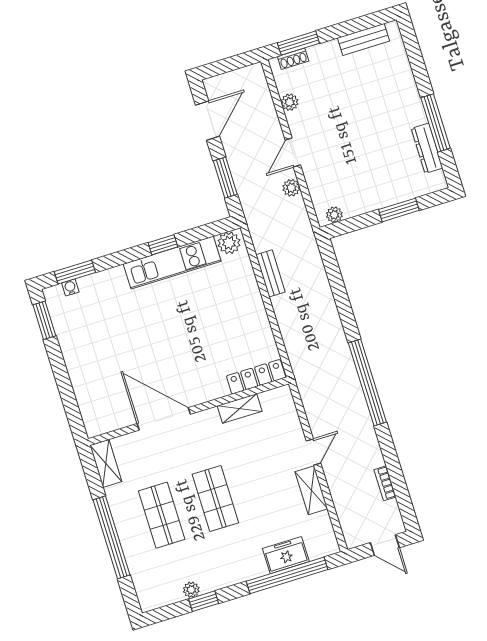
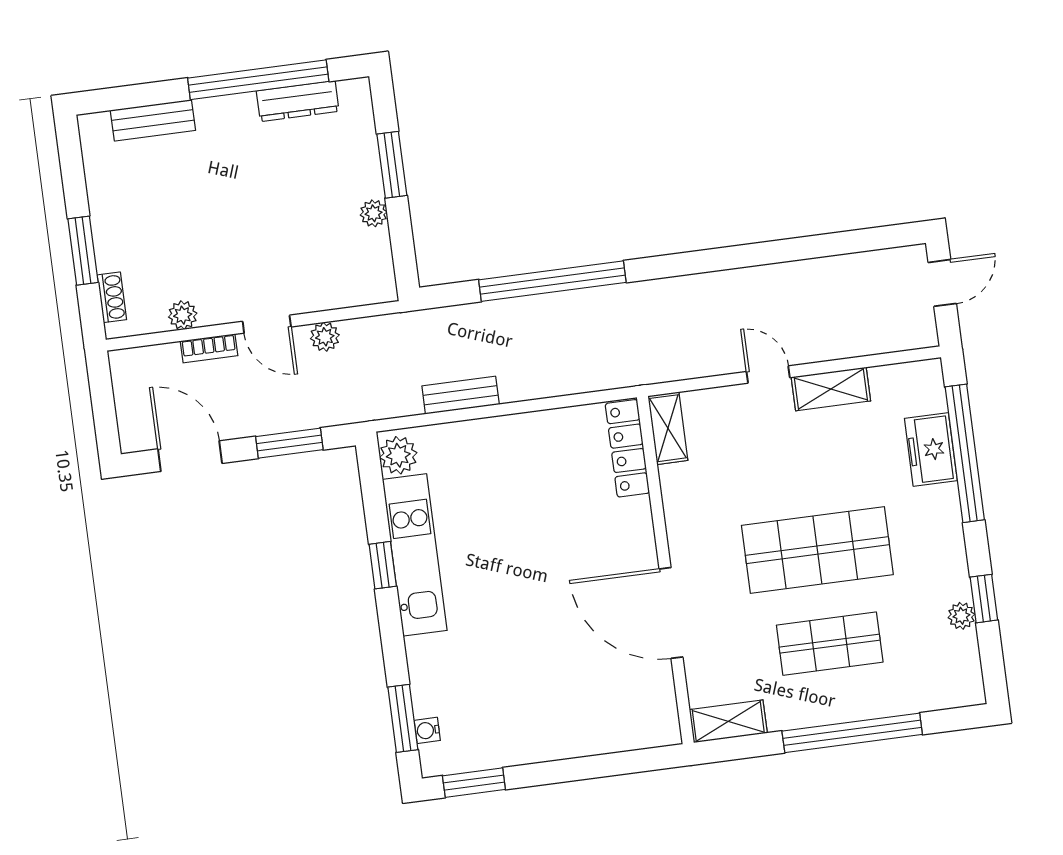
bench: (363, 39) -> (153, 120), moved, turned 90
window: (298, 43) -> (83, 251), moved
window: (436, 123) -> (258, 80), width x1.46
plant: (334, 215) -> (374, 213), moved
window: (367, 382) -> (552, 281), moved
shelving: (240, 408) -> (668, 428), moved
door: (164, 419) -> (671, 613), hinge flipped
bookcase: (385, 483) -> (209, 348), moved
shop shelf: (215, 499) -> (817, 550), width x1.43, depth x1.36

